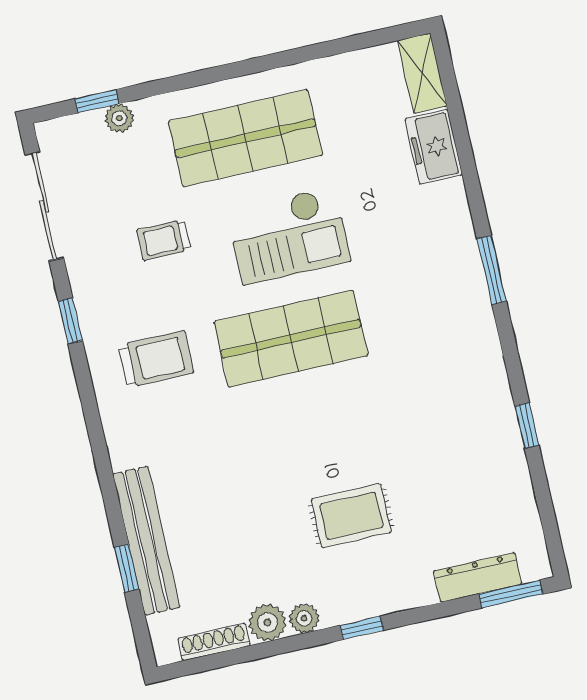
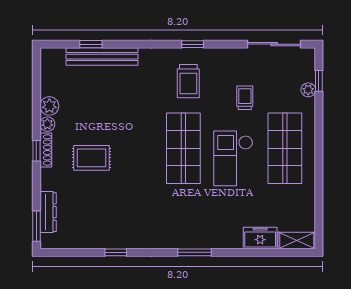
window: (70, 321) -> (193, 44), moved
rug: (351, 516) -> (92, 158), turned 90
shoe rack: (214, 642) -> (46, 150), moved

